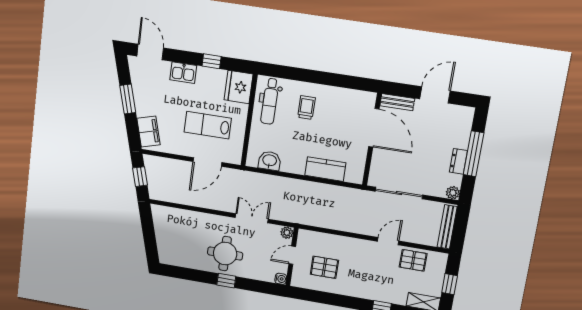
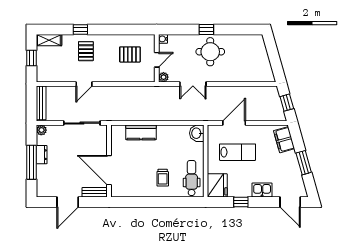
washbasin: (270, 161) -> (197, 133), moved, turned 90
pallet: (413, 260) -> (86, 51), moved, turned 90

